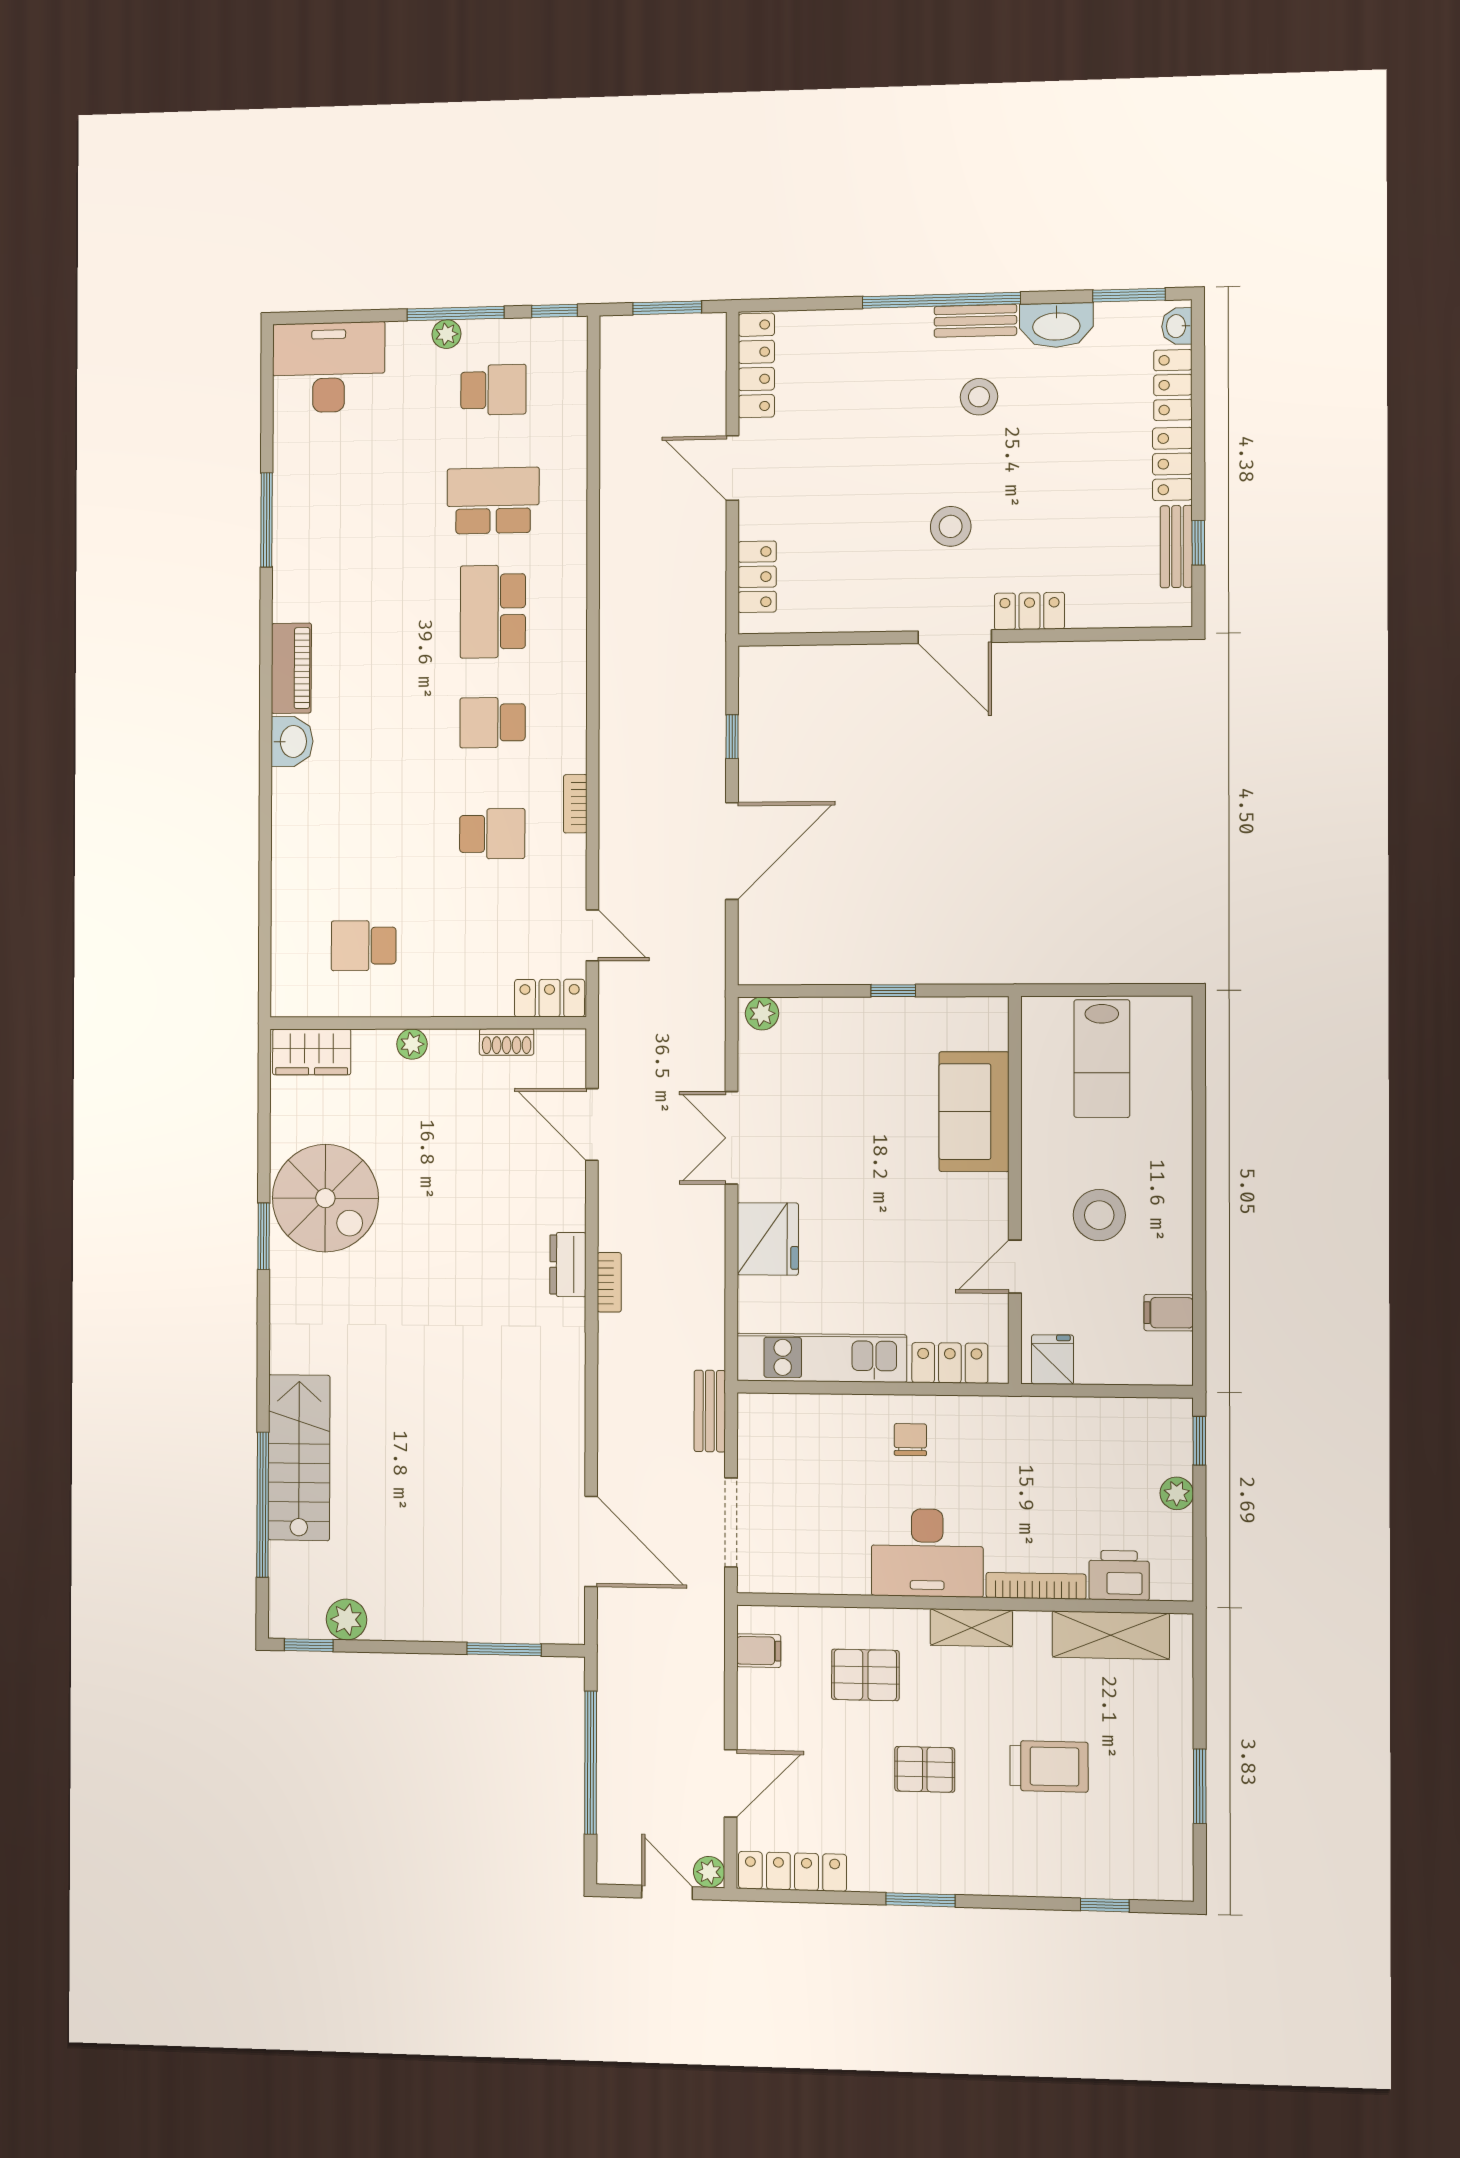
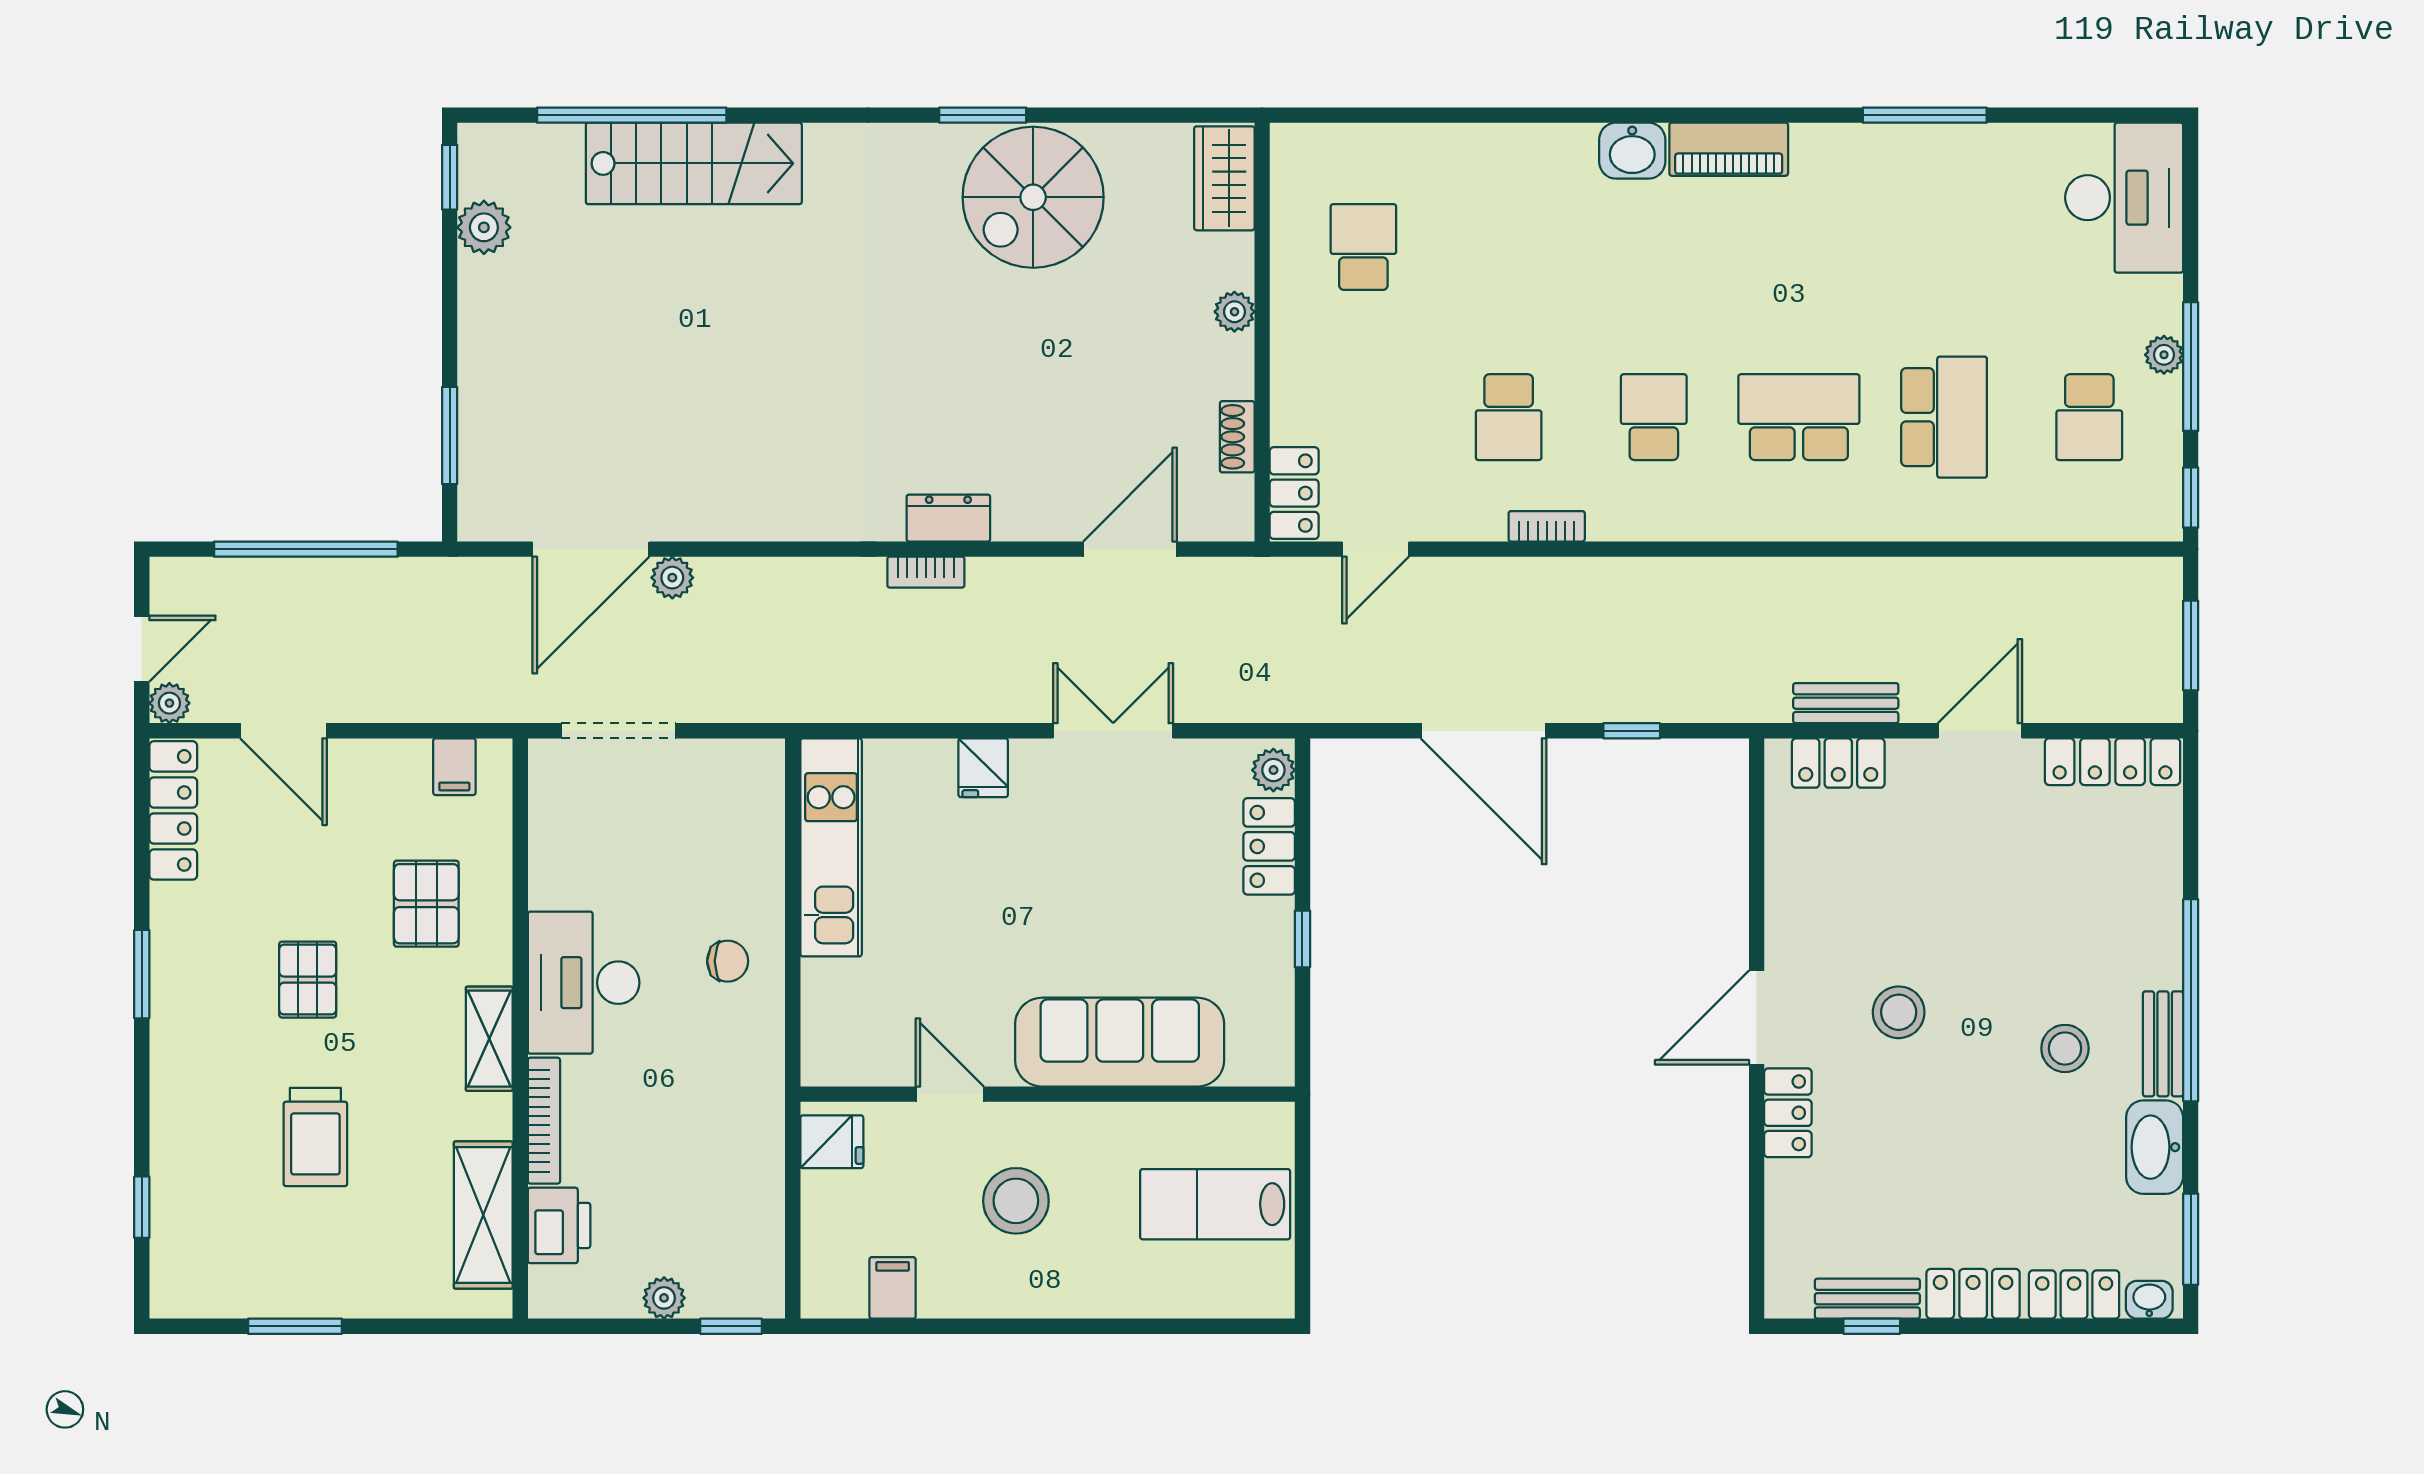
sofa: (974, 1112) -> (1120, 1042), width x1.36
fridge: (768, 1239) -> (983, 768), width x0.53, depth x0.75
locker: (950, 1363) -> (1269, 846), moved, turned 180
bench: (710, 1411) -> (1846, 703), moved
plant: (613, 1479) -> (672, 578), added

